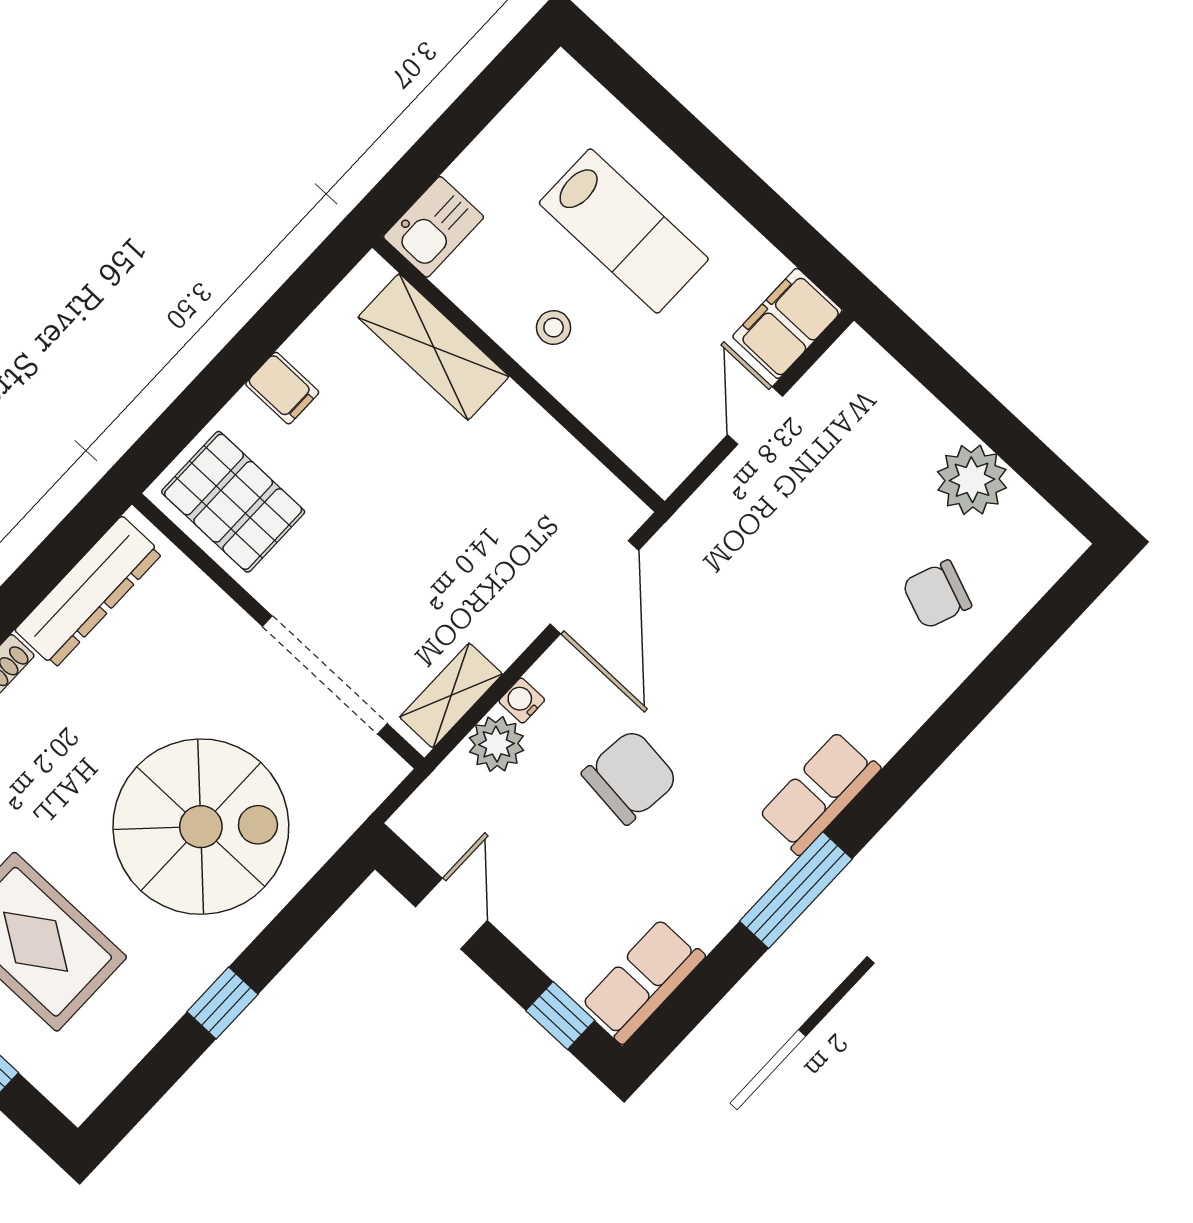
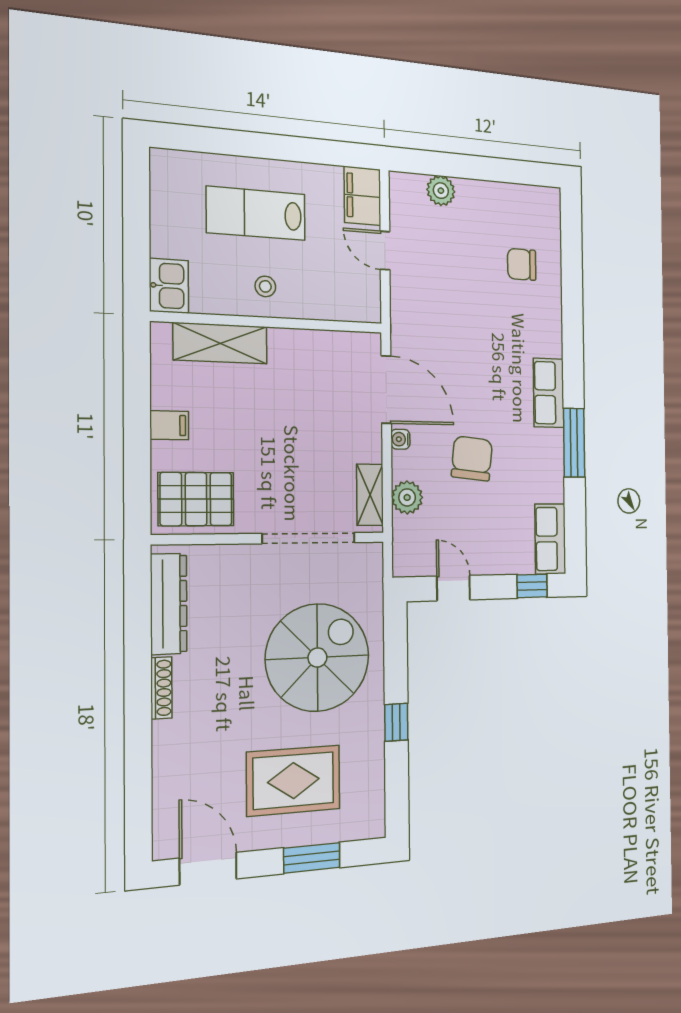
lab bench: (624, 231) -> (256, 213), turned 180
plant: (972, 480) -> (441, 191), moved, width x0.73, depth x0.73
chair: (937, 594) -> (522, 264), turned 69
water cooler: (522, 701) -> (400, 439), moved

